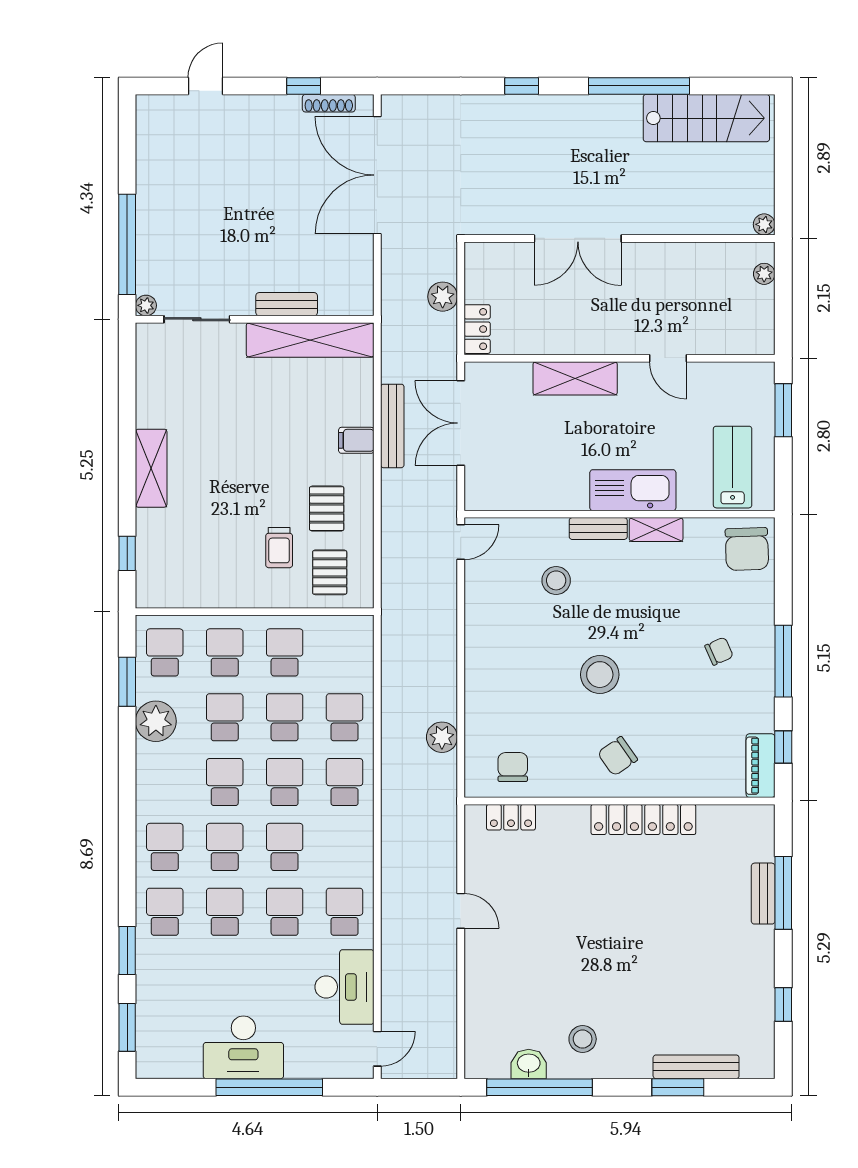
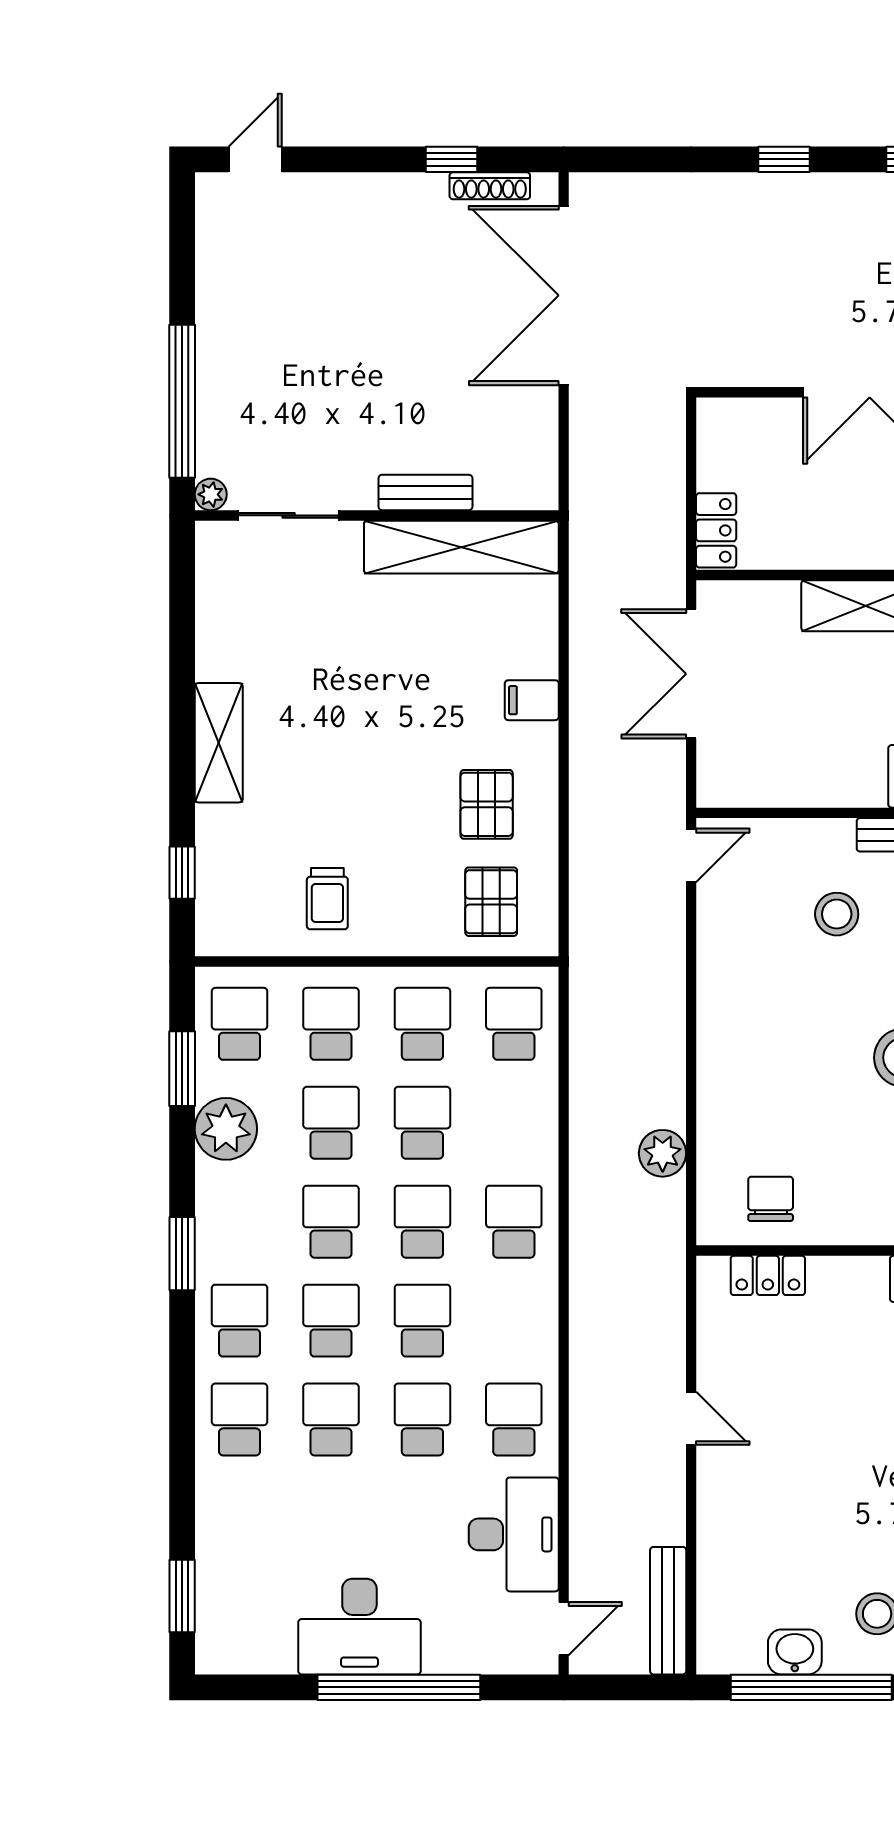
door: (205, 86) -> (255, 159), moved
plant: (443, 297) -> (664, 481), removed
bench: (392, 426) -> (668, 1611), moved
trolley: (279, 548) -> (327, 899), moved
school desk: (345, 717) -> (514, 1024), moved
window: (127, 951) -> (182, 1254), moved

